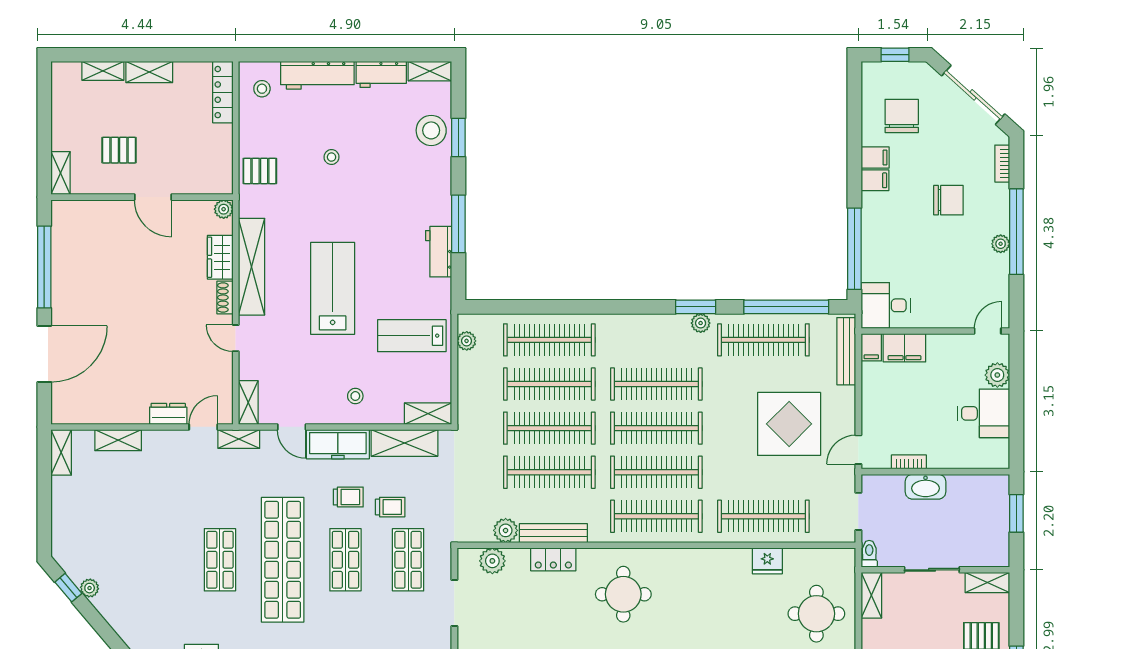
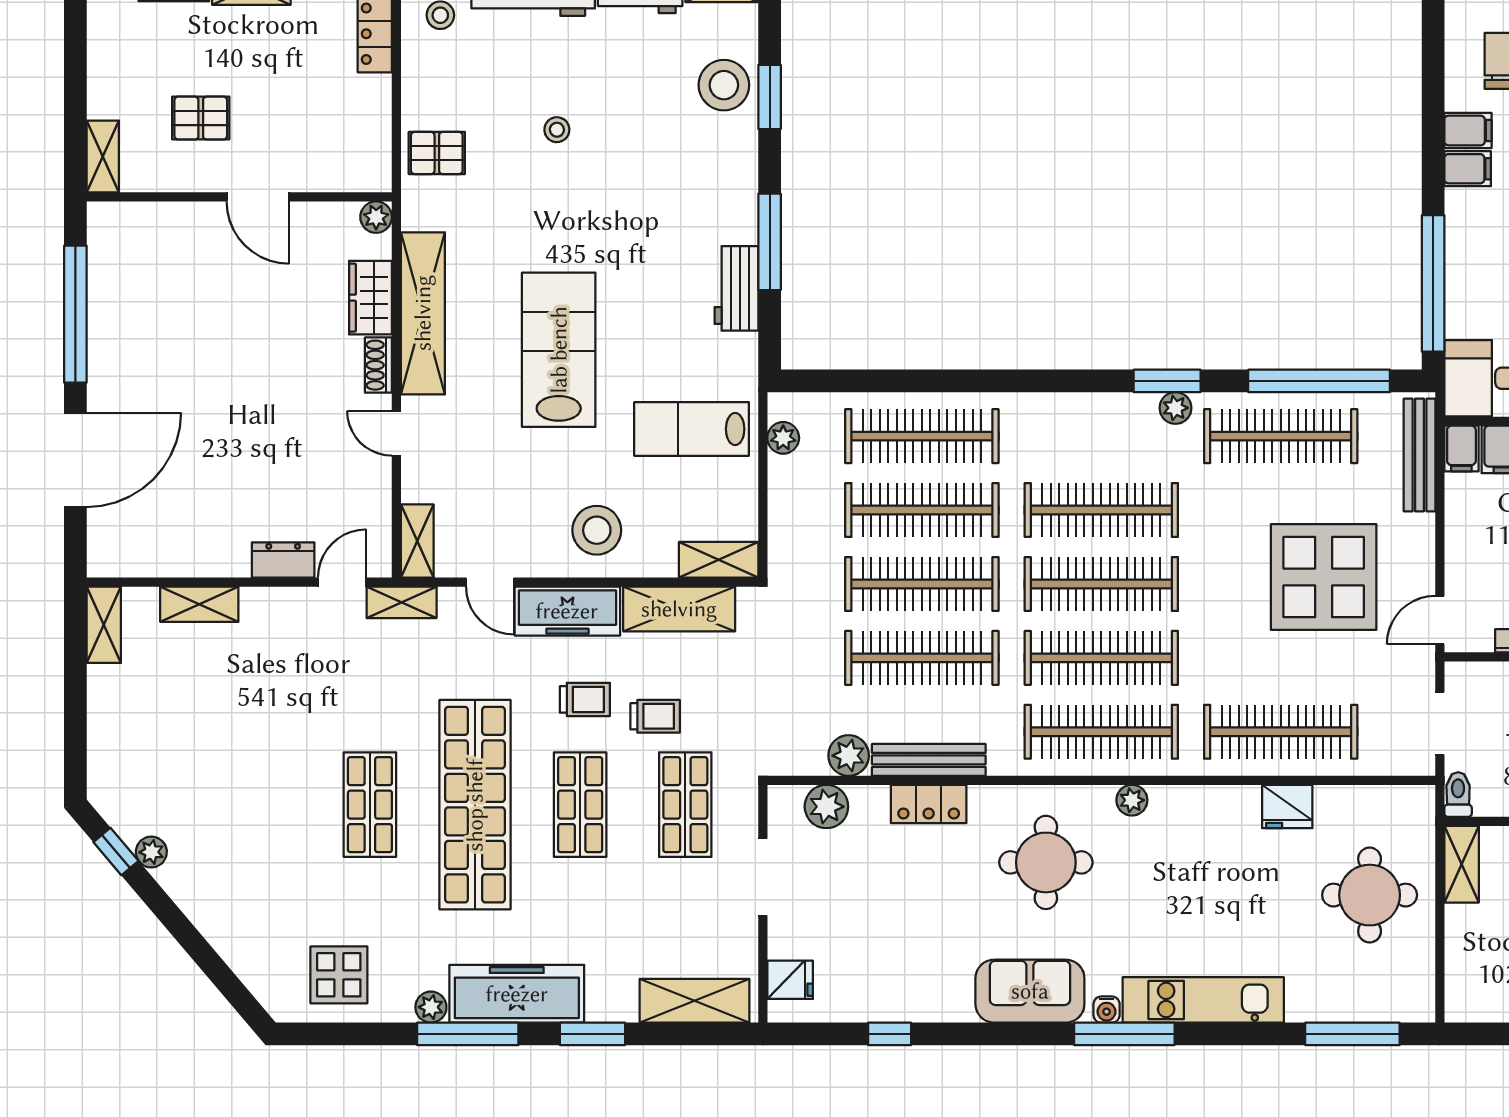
stool: (355, 396) -> (597, 530), width x1.89, depth x1.89
plant: (675, 557) -> (1132, 800), added

